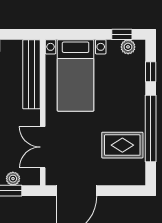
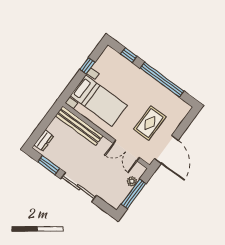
window: (122, 34) -> (87, 66), moved
plant: (128, 47) -> (105, 58), removed
rug: (122, 145) -> (150, 123), moved

